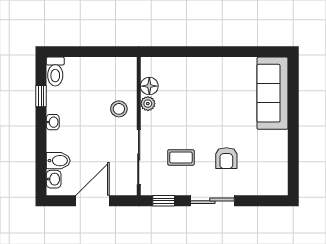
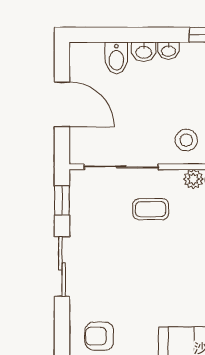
coffee table: (181, 157) -> (151, 209), moved, turned 90
armchair: (226, 158) -> (99, 336), moved
washbasin: (54, 179) -> (144, 52), moved

